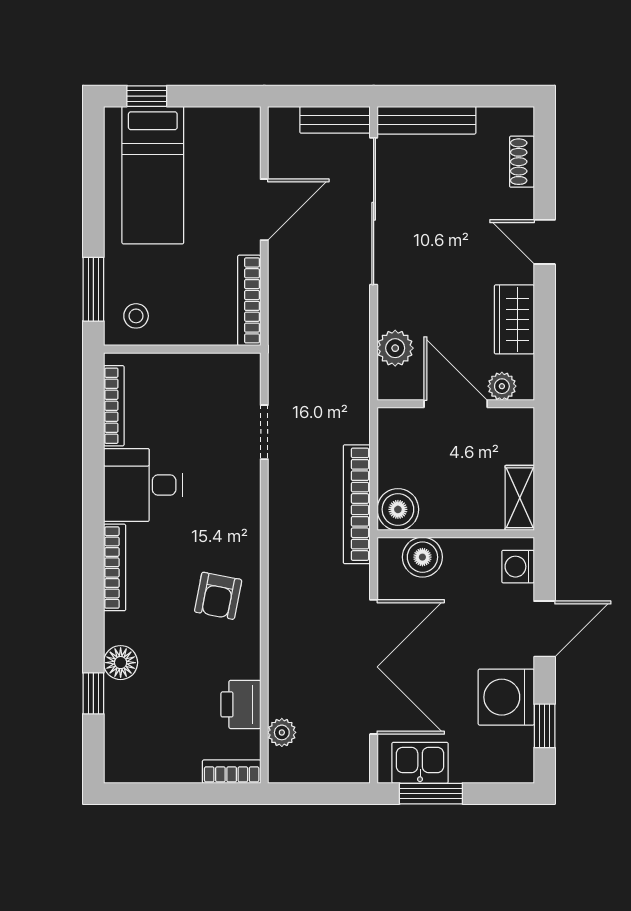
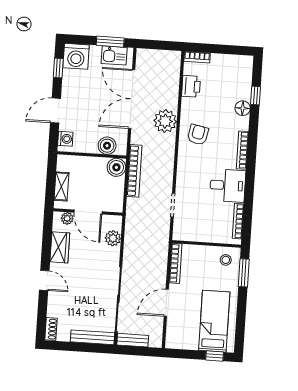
shoe rack: (522, 162) -> (51, 329), moved
shelving: (520, 498) -> (61, 186), moved
washing machine: (506, 697) -> (76, 56), moved, turned 90
plant: (282, 732) -> (165, 121), moved, width x1.88, depth x1.88

